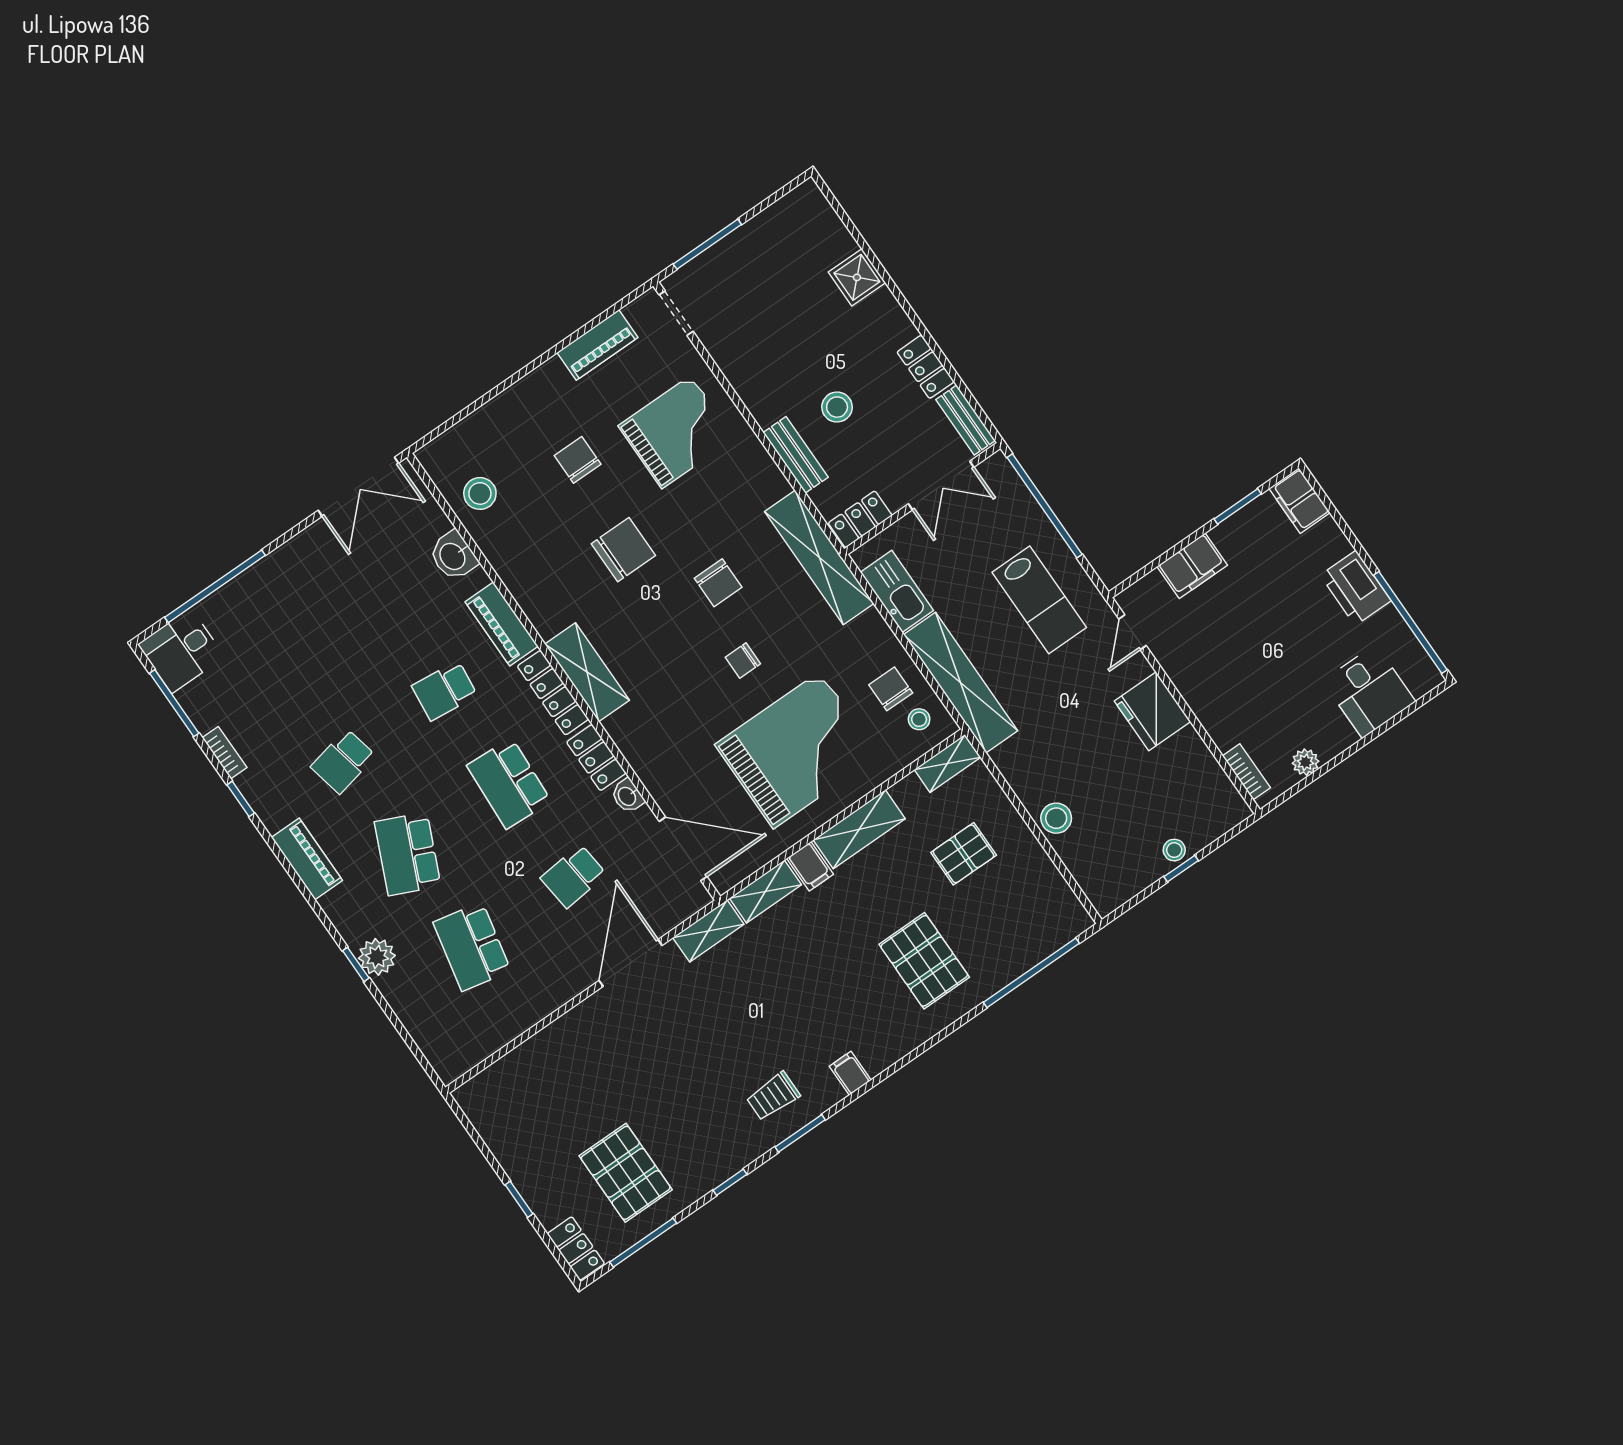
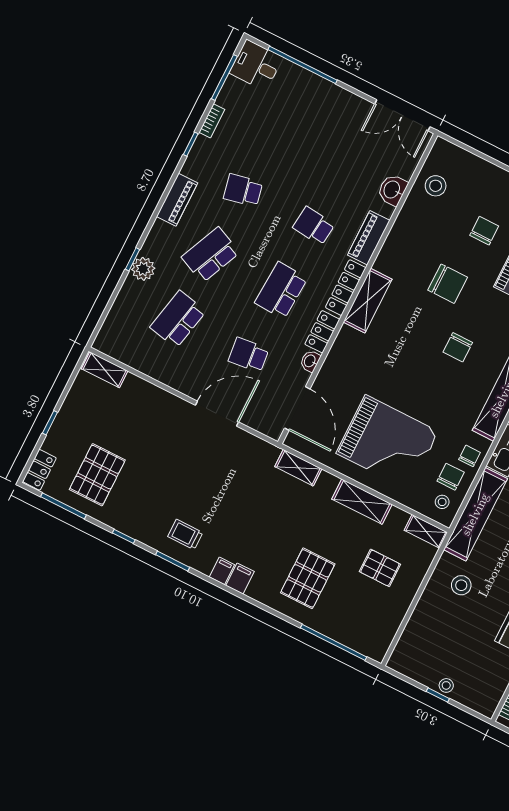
chair: (743, 660) -> (470, 456), moved, turned 90
stool: (1056, 818) -> (461, 585), moved
filing cabinet: (810, 866) -> (240, 579), moved, turned 180
shelving: (708, 931) -> (105, 370), moved

